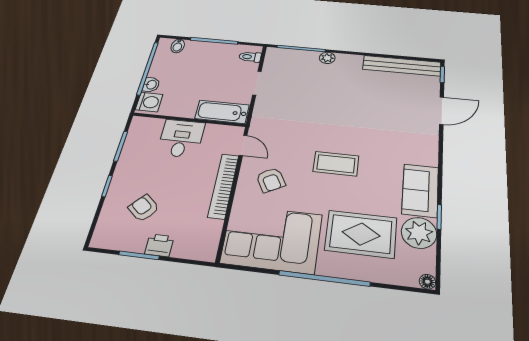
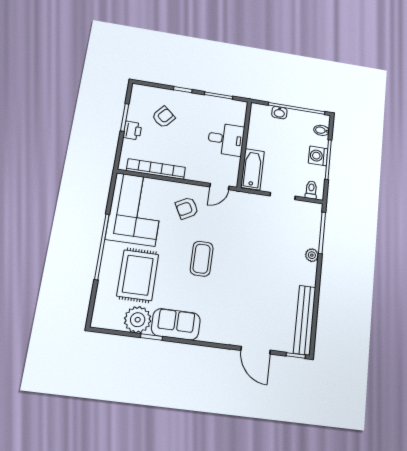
washing machine: (149, 102) -> (318, 156), moved, turned 90
bookcase: (223, 186) -> (156, 169), moved
floor lamp: (427, 282) -> (97, 322), removed

